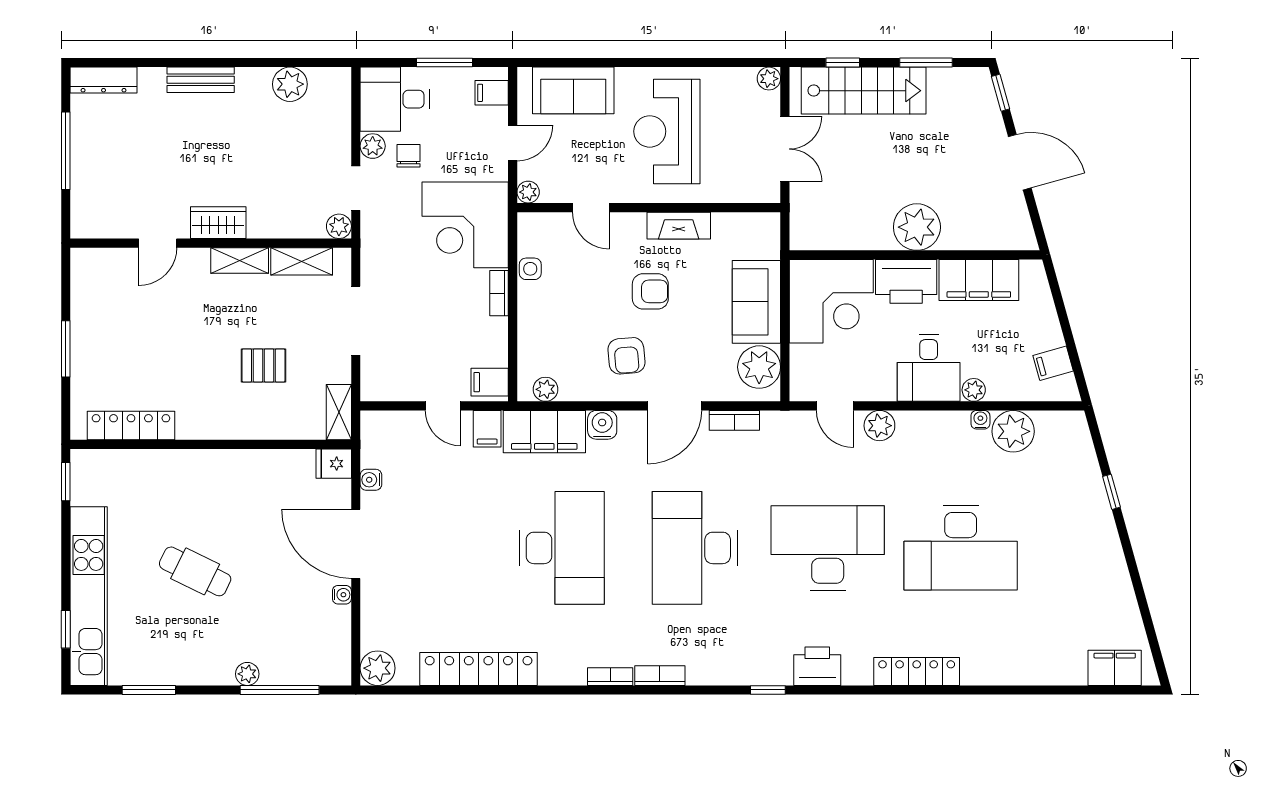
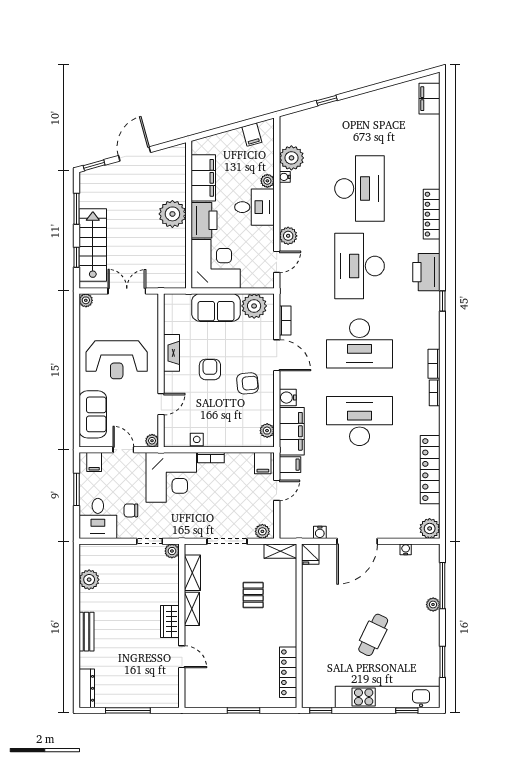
plant: (373, 146) -> (262, 531), moved
water cooler: (342, 595) -> (406, 549), moved
printer: (817, 666) -> (426, 272), width x1.37, depth x1.19

